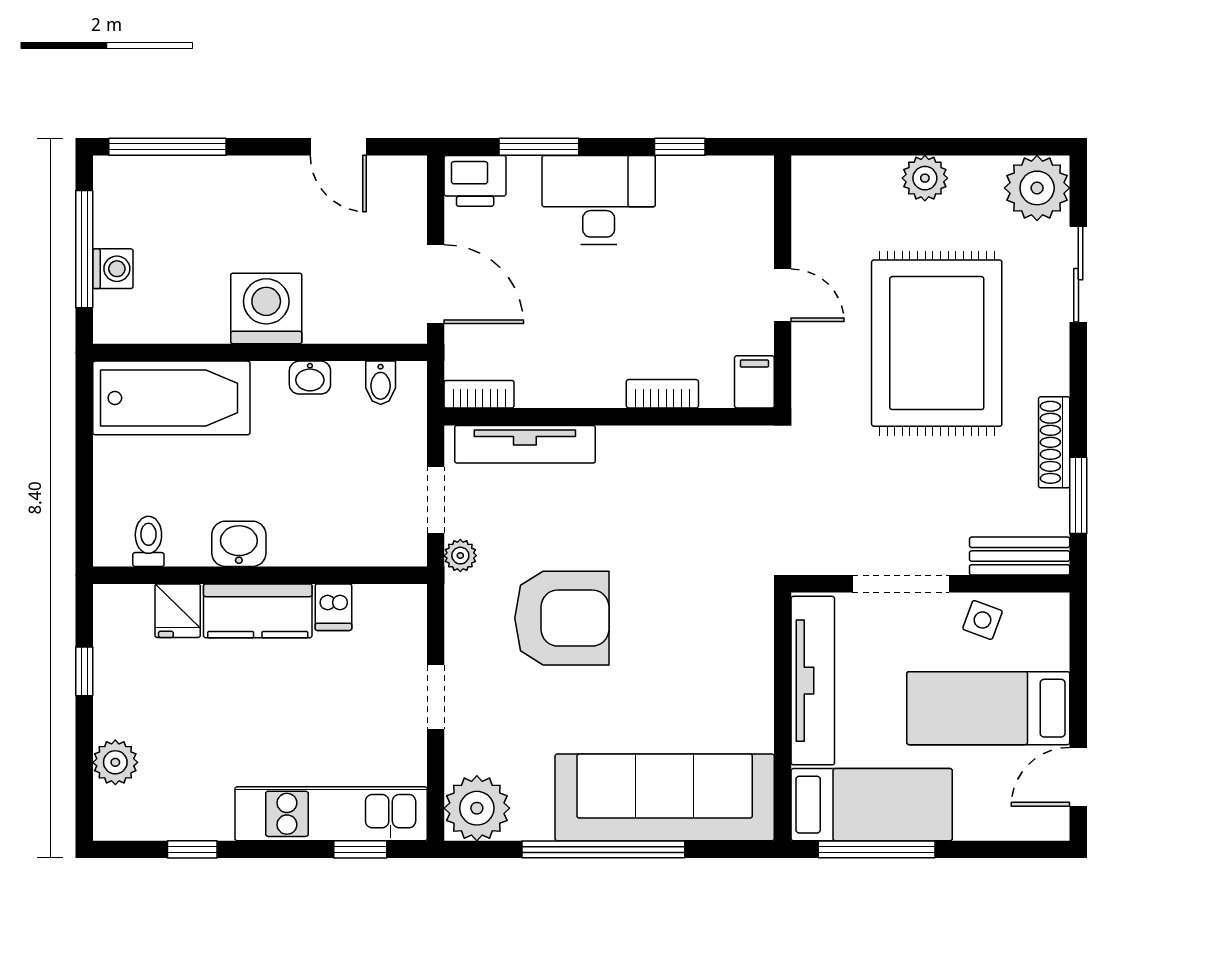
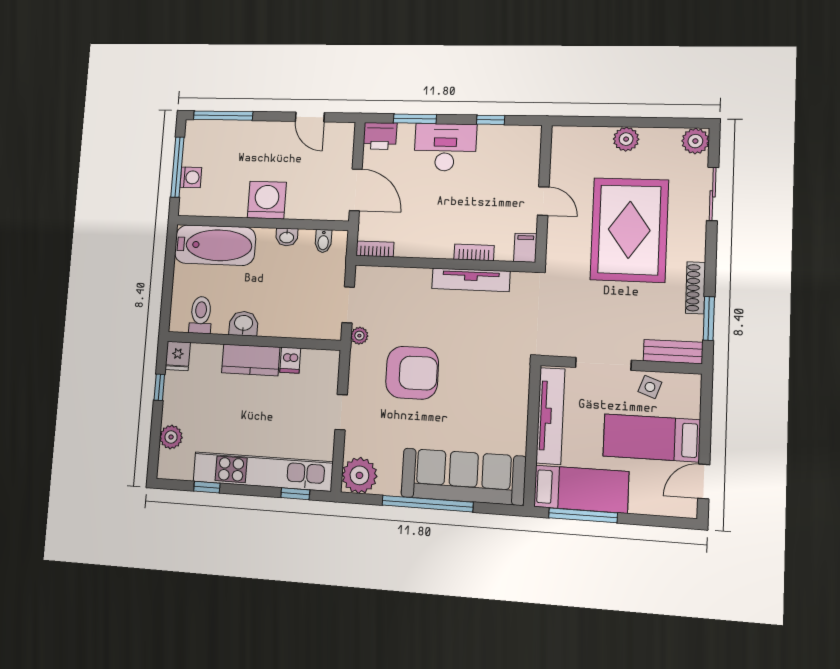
plant: (1037, 188) -> (695, 141), width x0.73, depth x0.73
tv unit: (525, 444) -> (471, 280), moved
toilet: (148, 541) -> (201, 315), width x1.37, depth x1.39
fridge: (178, 611) -> (178, 356), moved
kitchen unit: (331, 814) -> (263, 472), width x1.36

